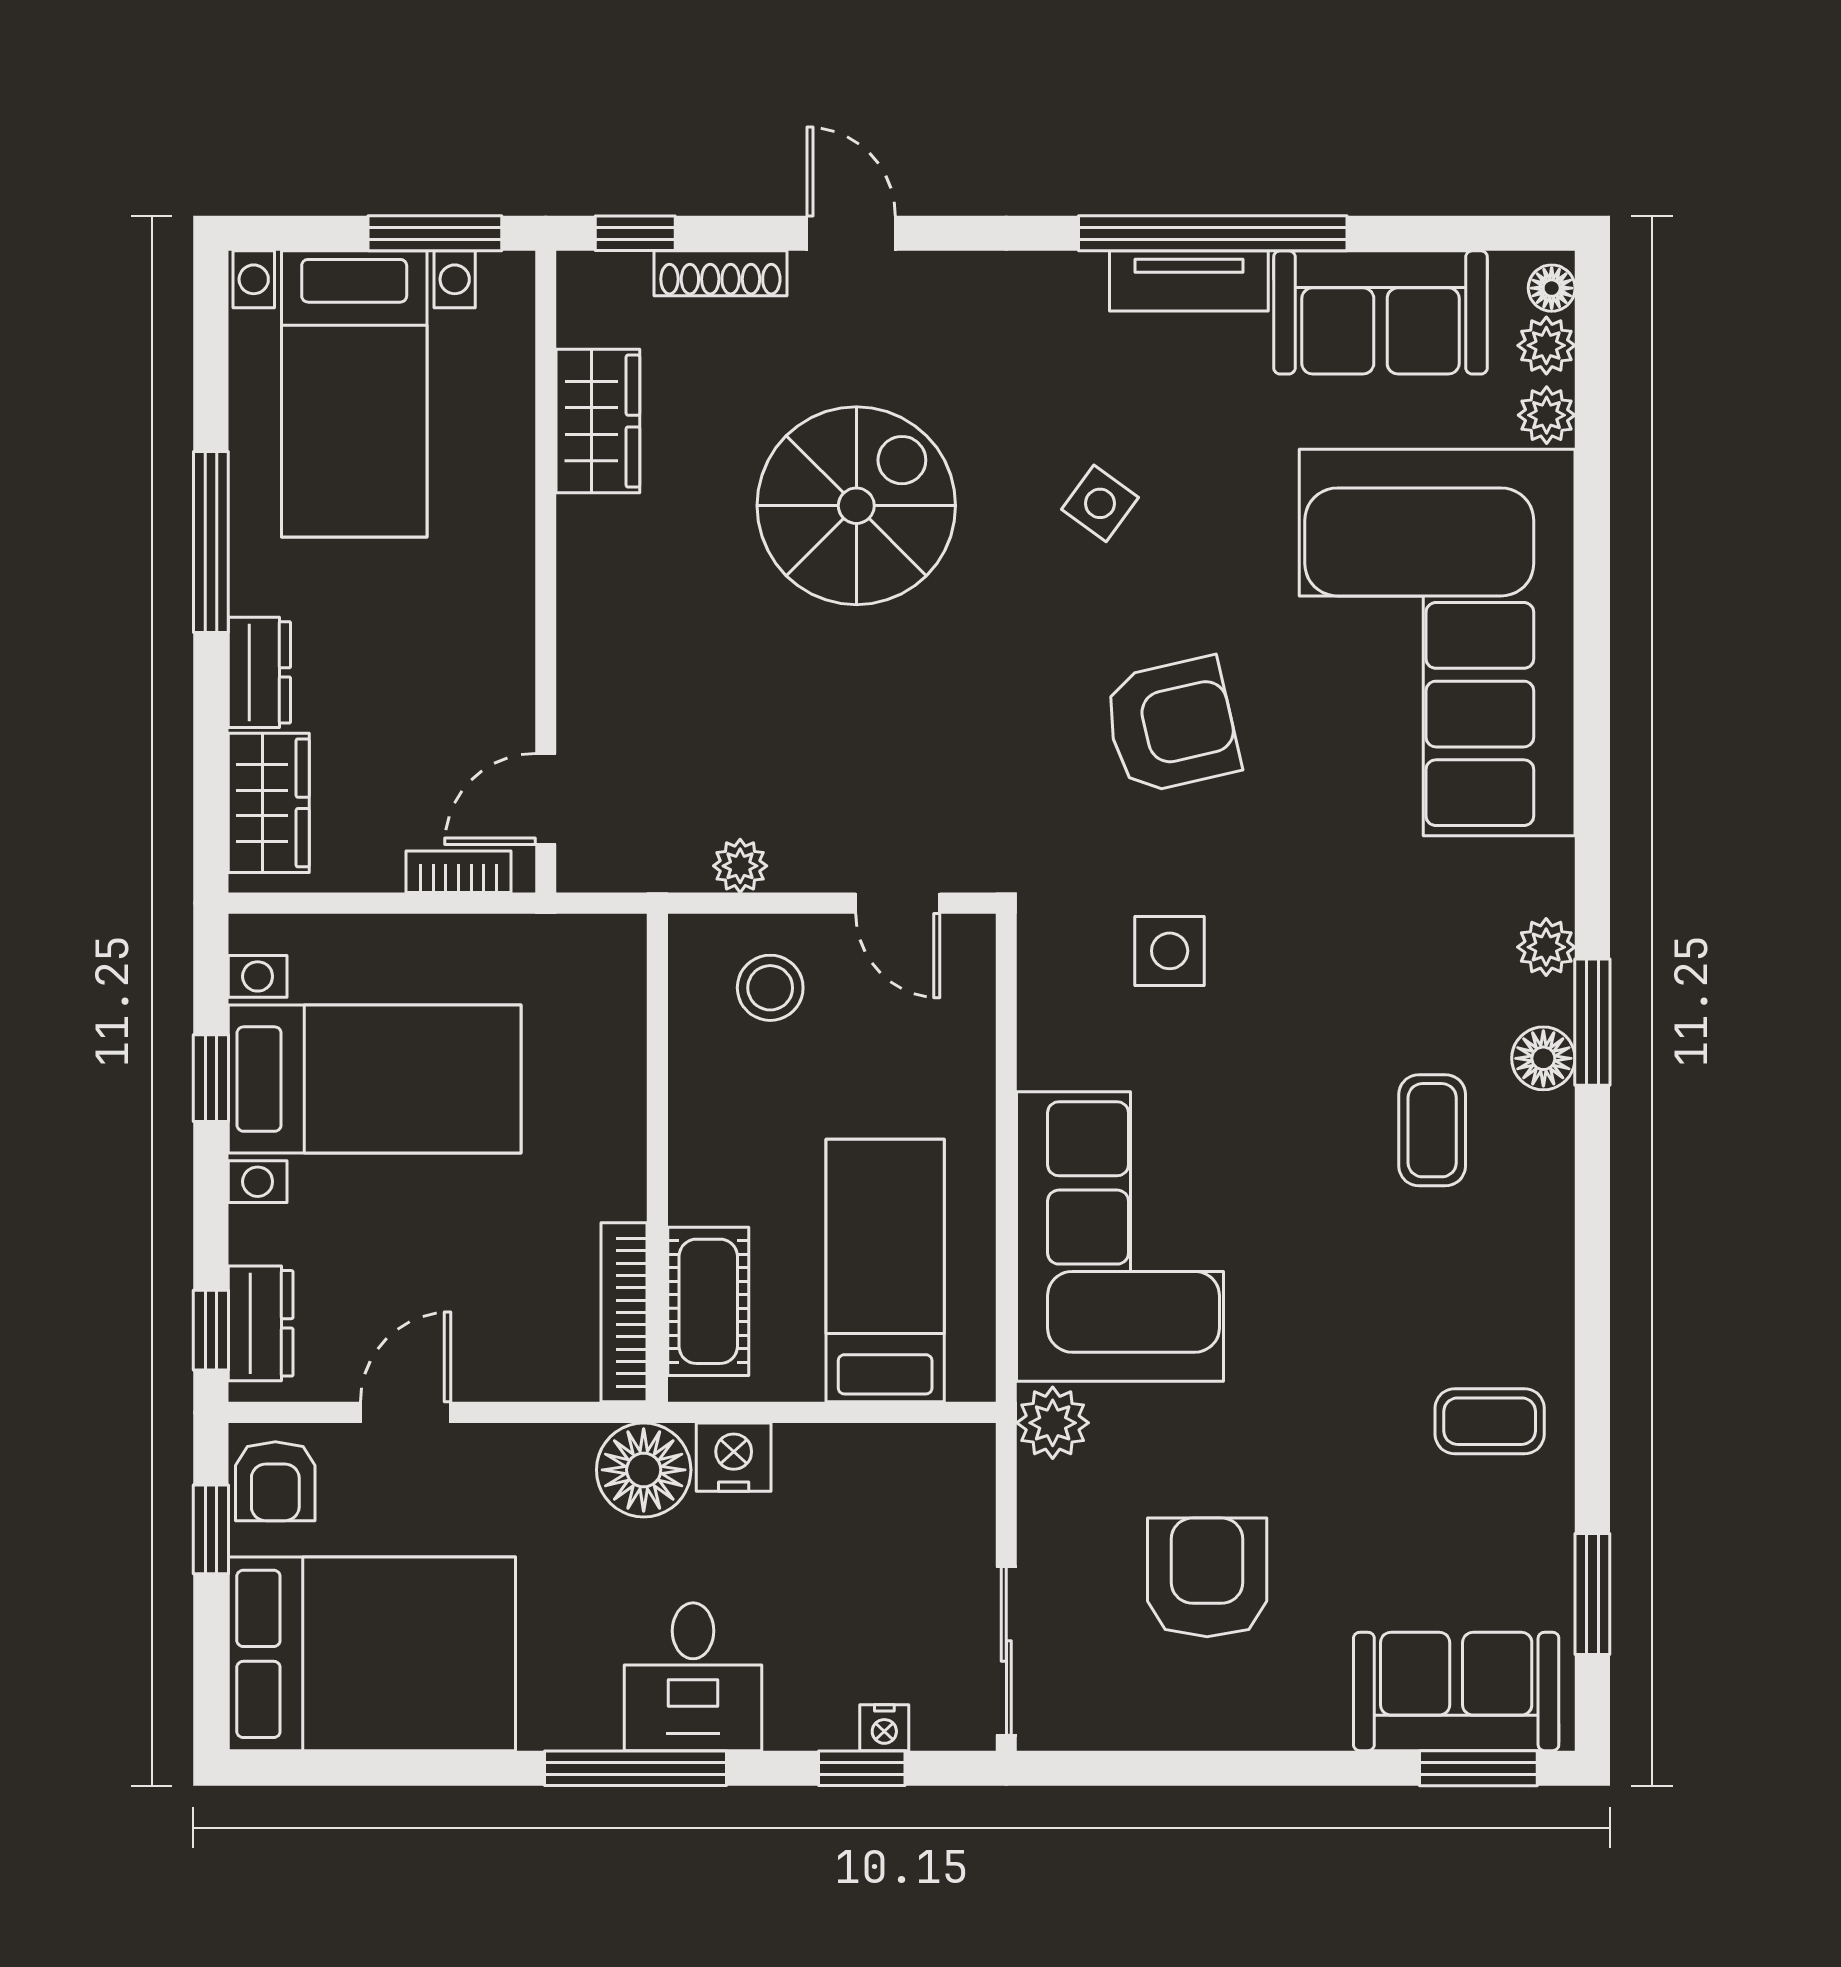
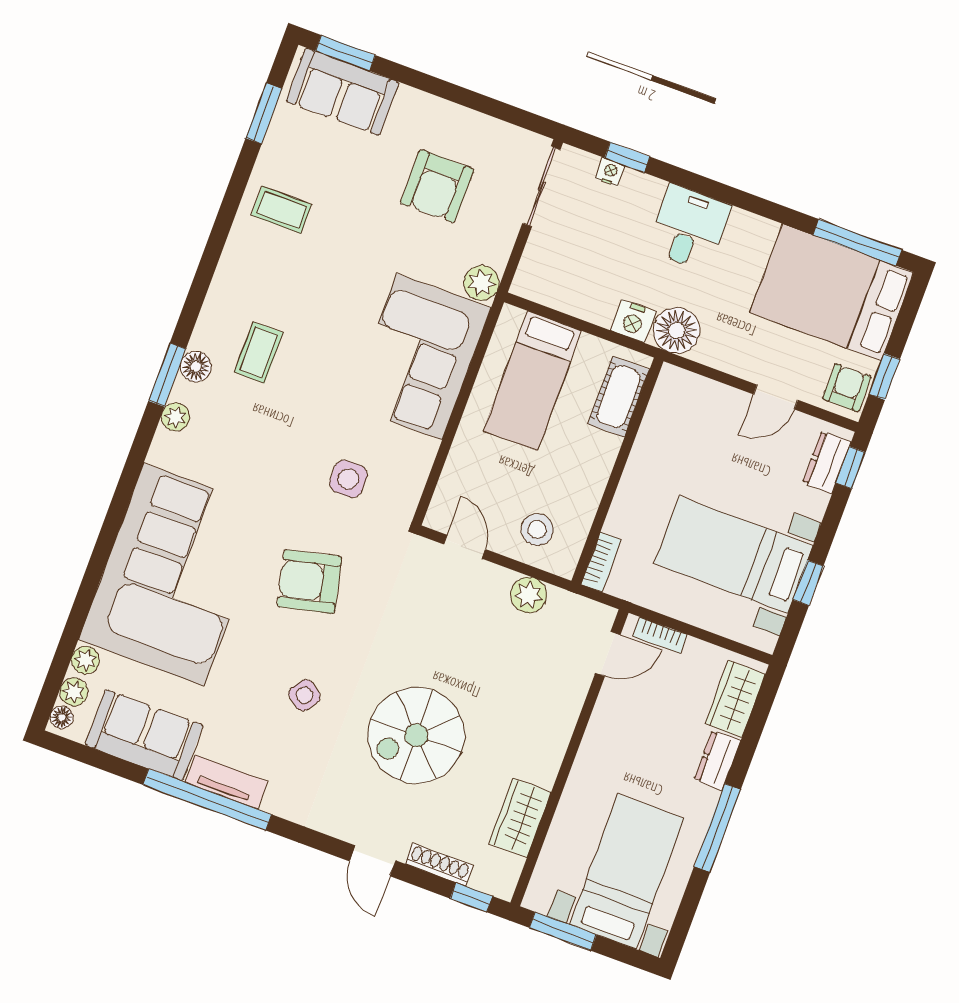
plant: (740, 866) -> (529, 595), width x1.38, depth x1.38
bookcase: (624, 1312) -> (601, 562), moved, width x0.64
window: (636, 1768) -> (857, 242), moved

